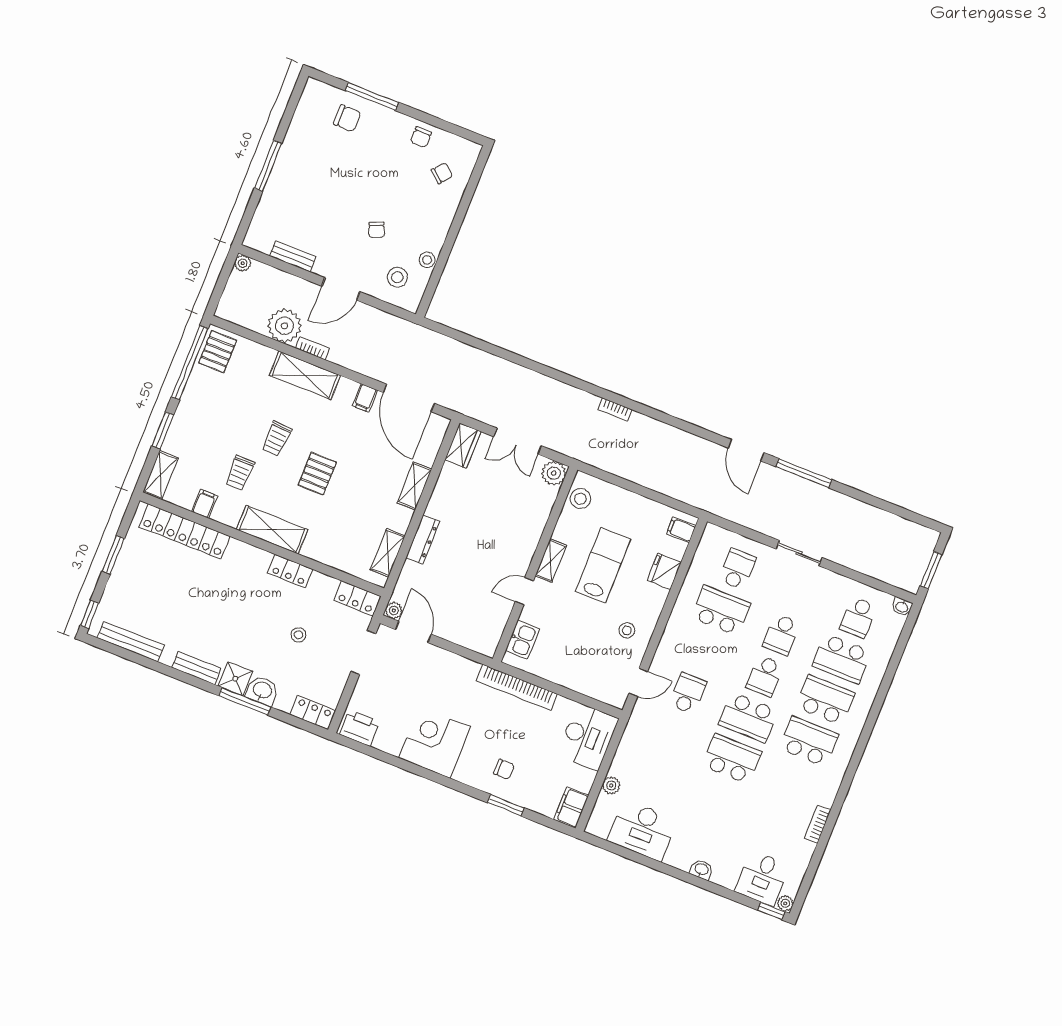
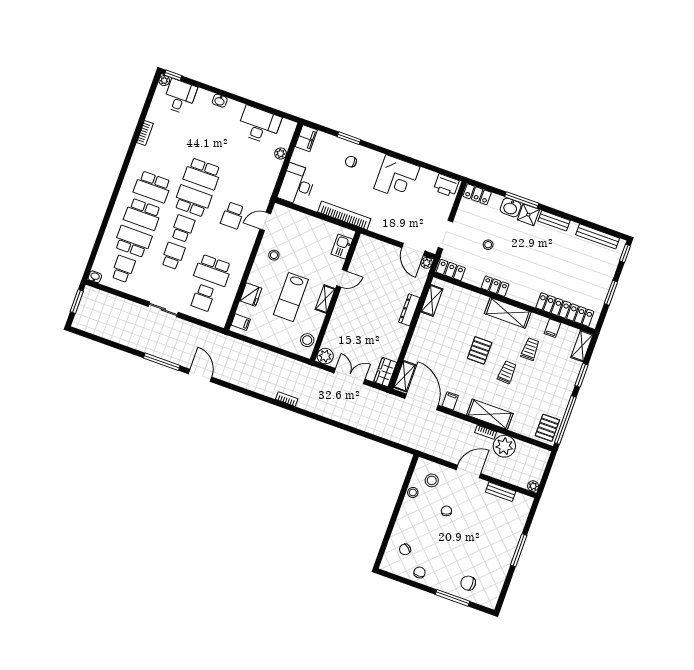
shelving: (414, 486) -> (405, 376), moved

